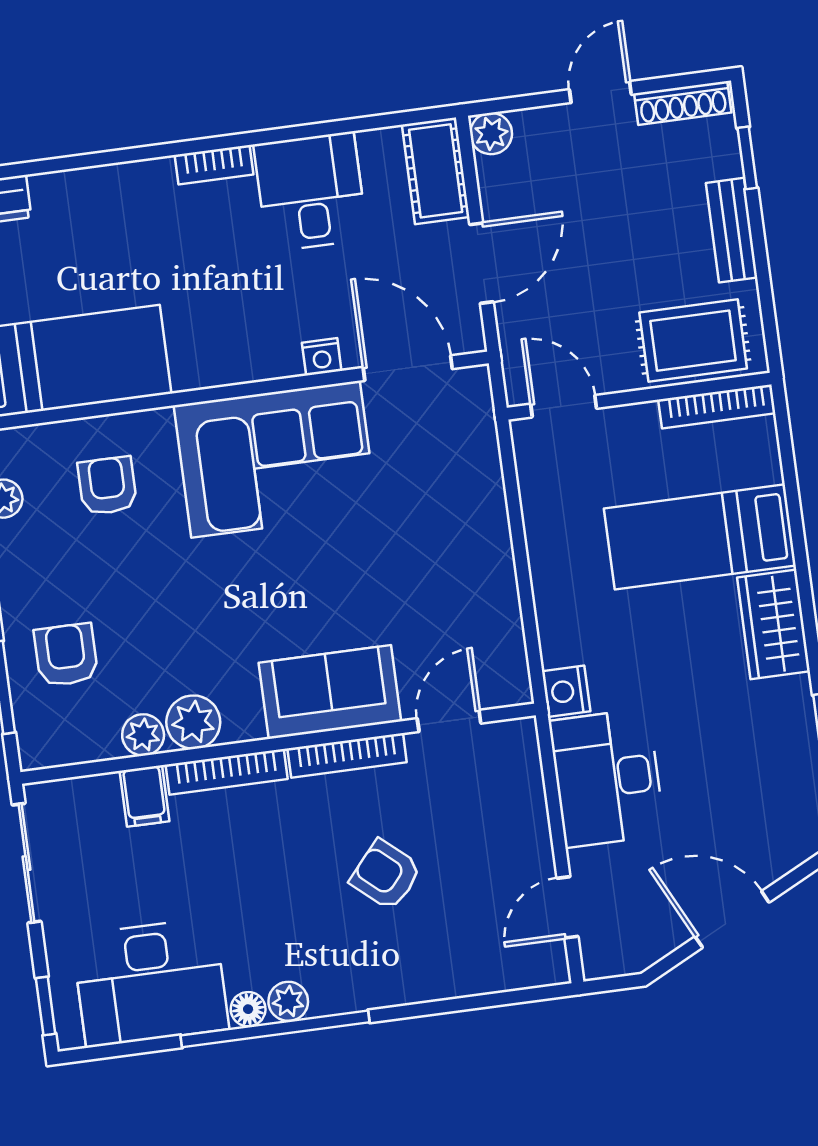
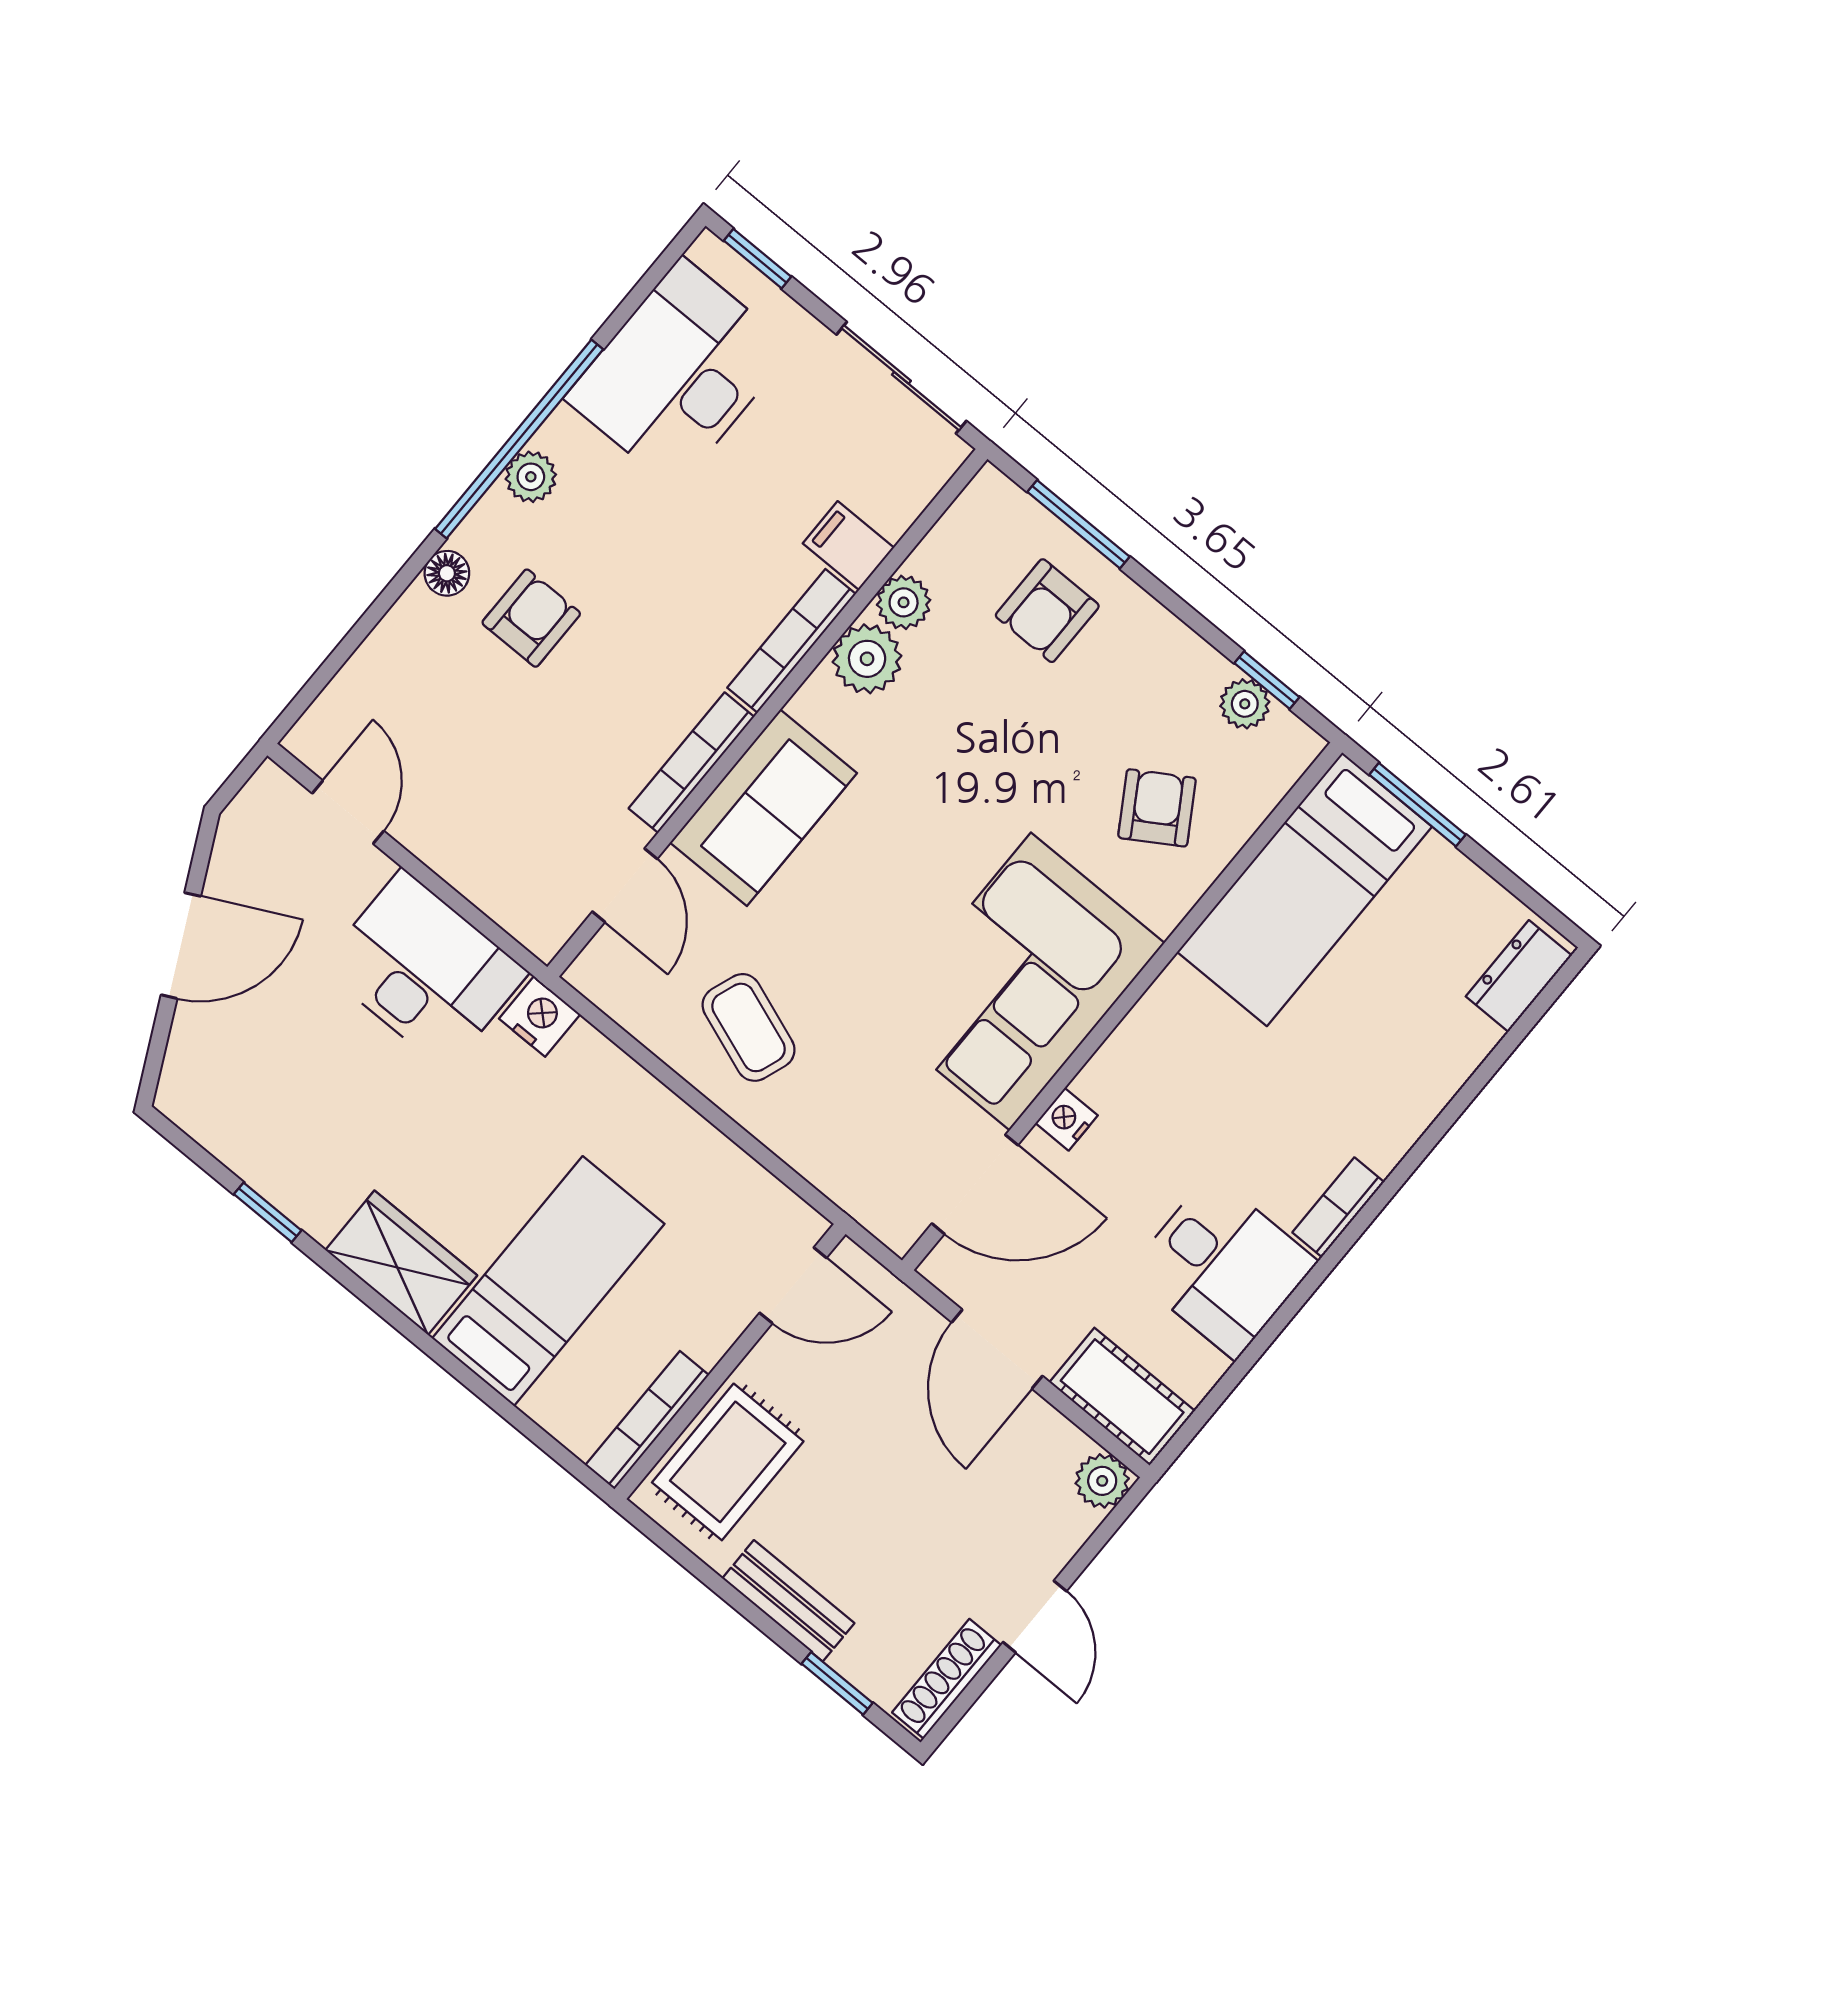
armchair: (107, 486) -> (1157, 808), turned -122
coffee table: (454, 576) -> (749, 1027), added
armchair: (66, 655) -> (1047, 611), turned 90
armchair: (386, 875) -> (531, 618), moved, turned -41
floor lamp: (248, 1009) -> (447, 573), moved

